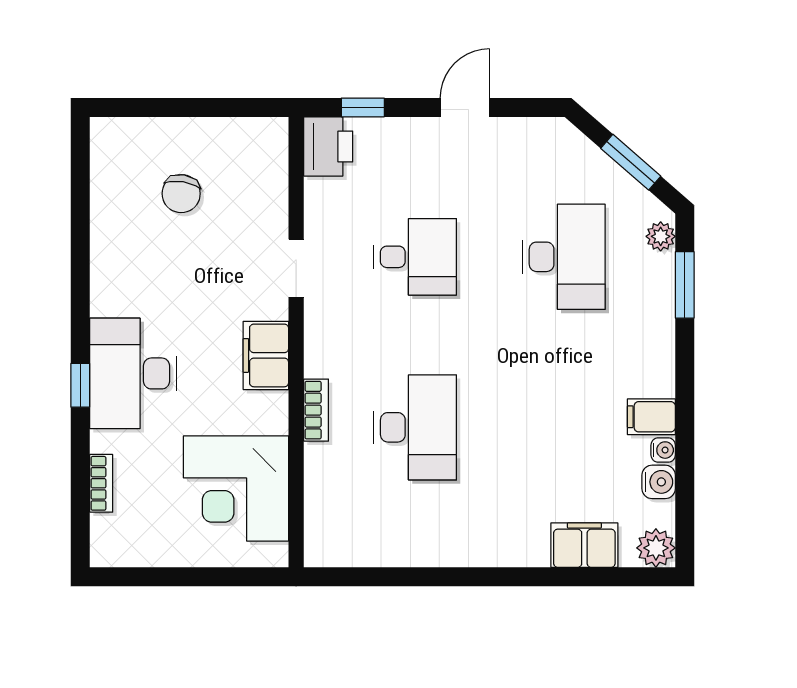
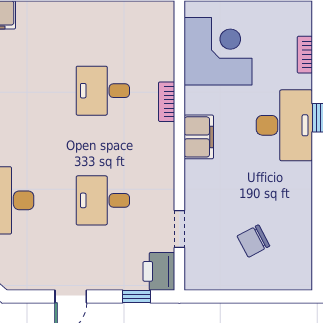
chair: (181, 194) -> (253, 241), turned -127
doorway: (296, 268) -> (179, 229), moved
desk: (415, 427) -> (103, 91), width x0.73

